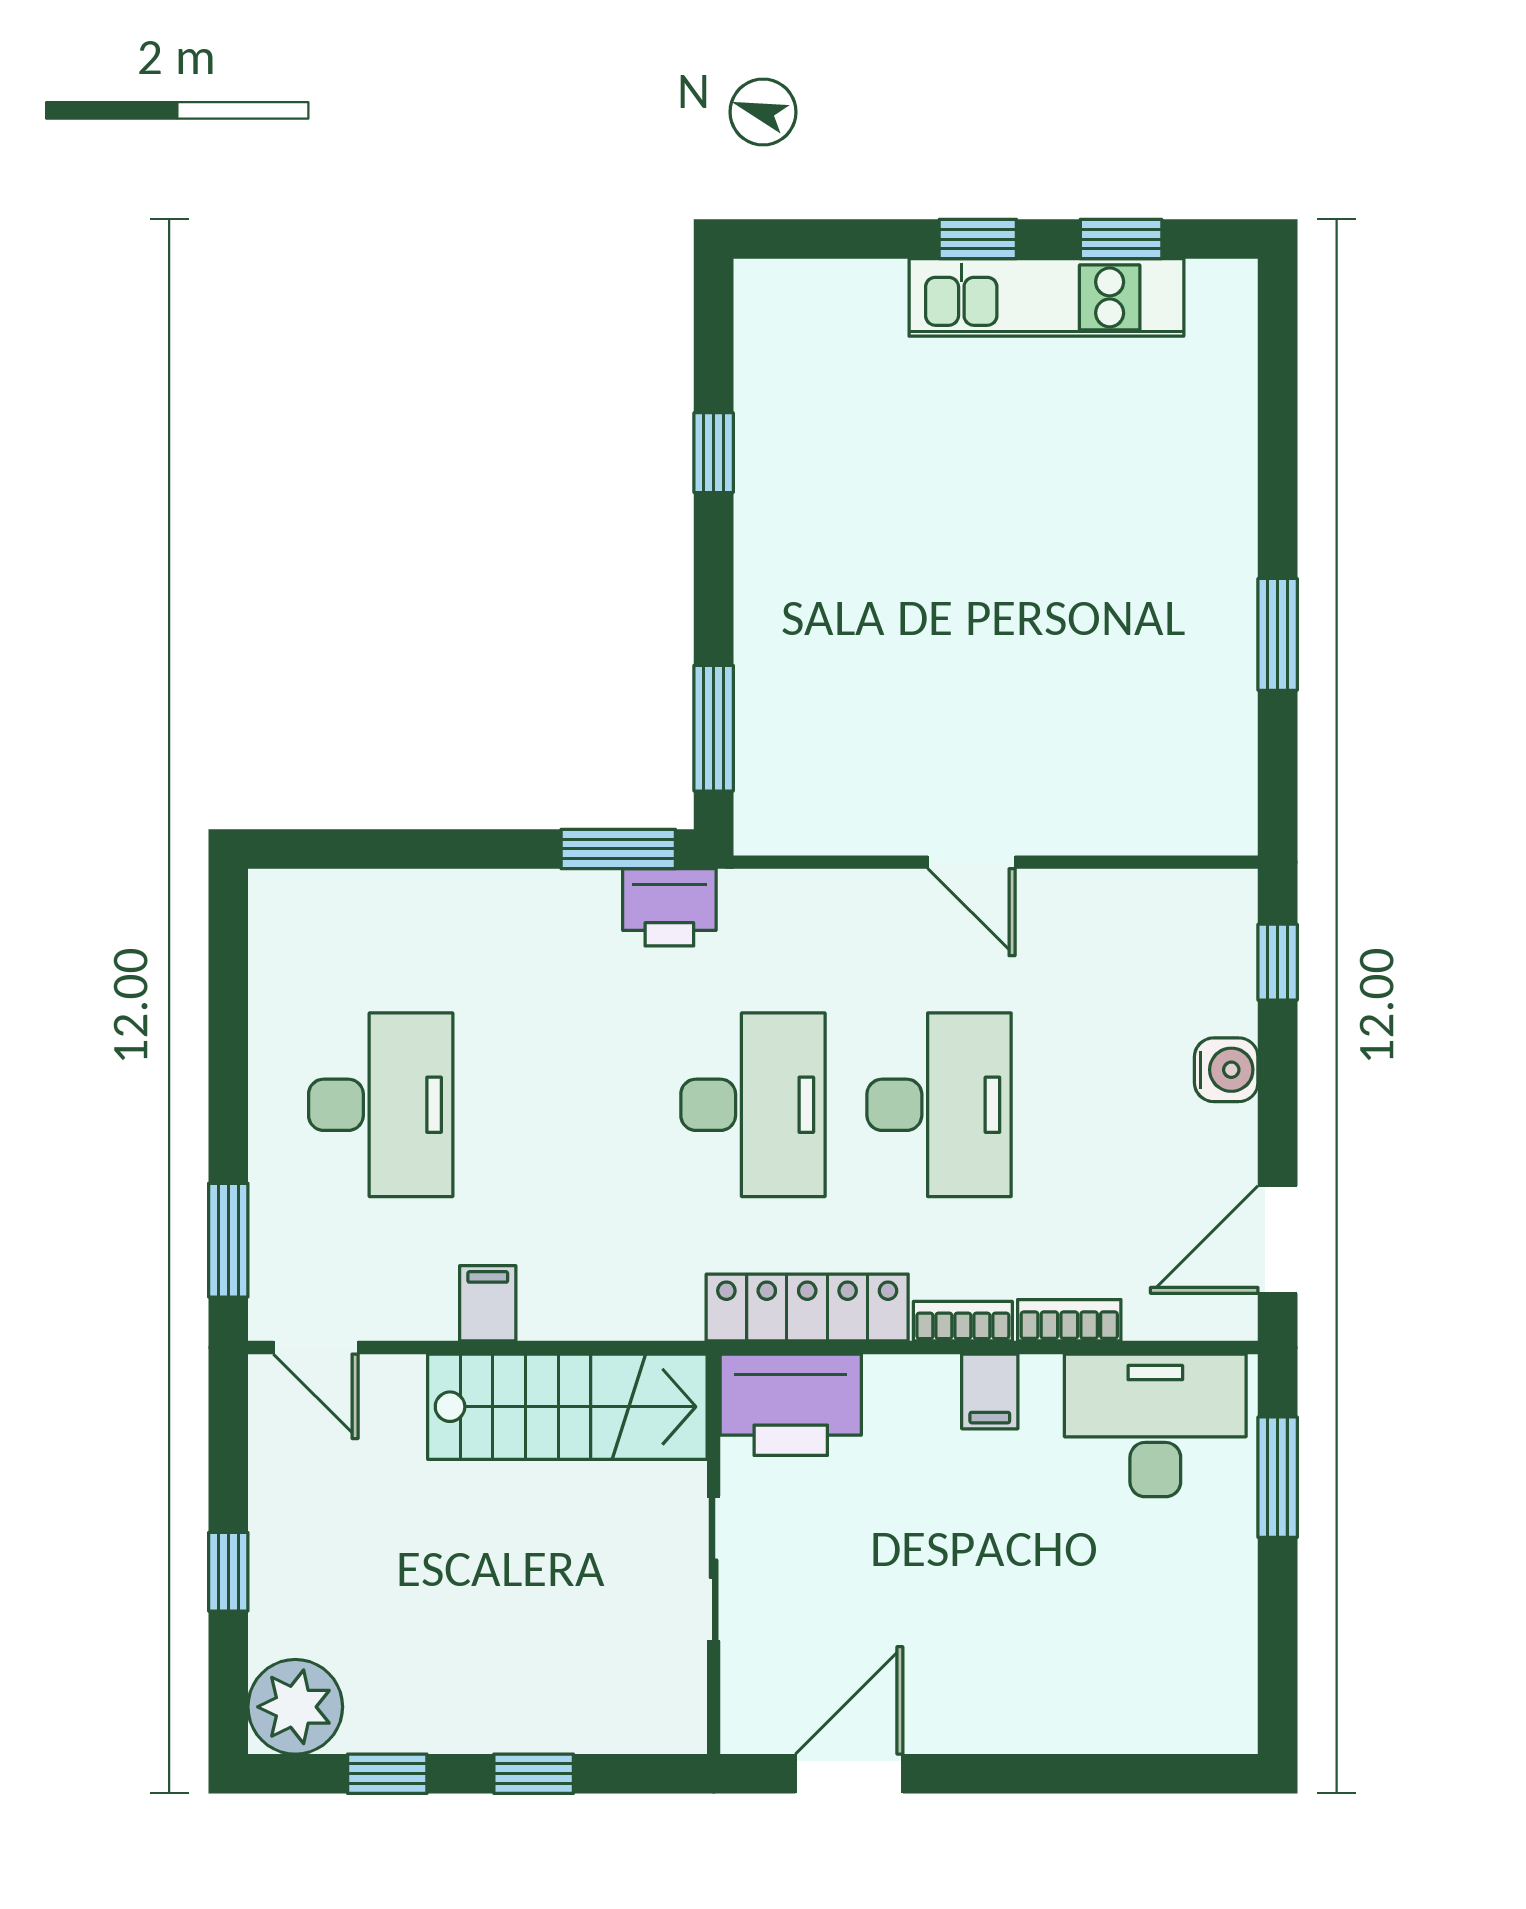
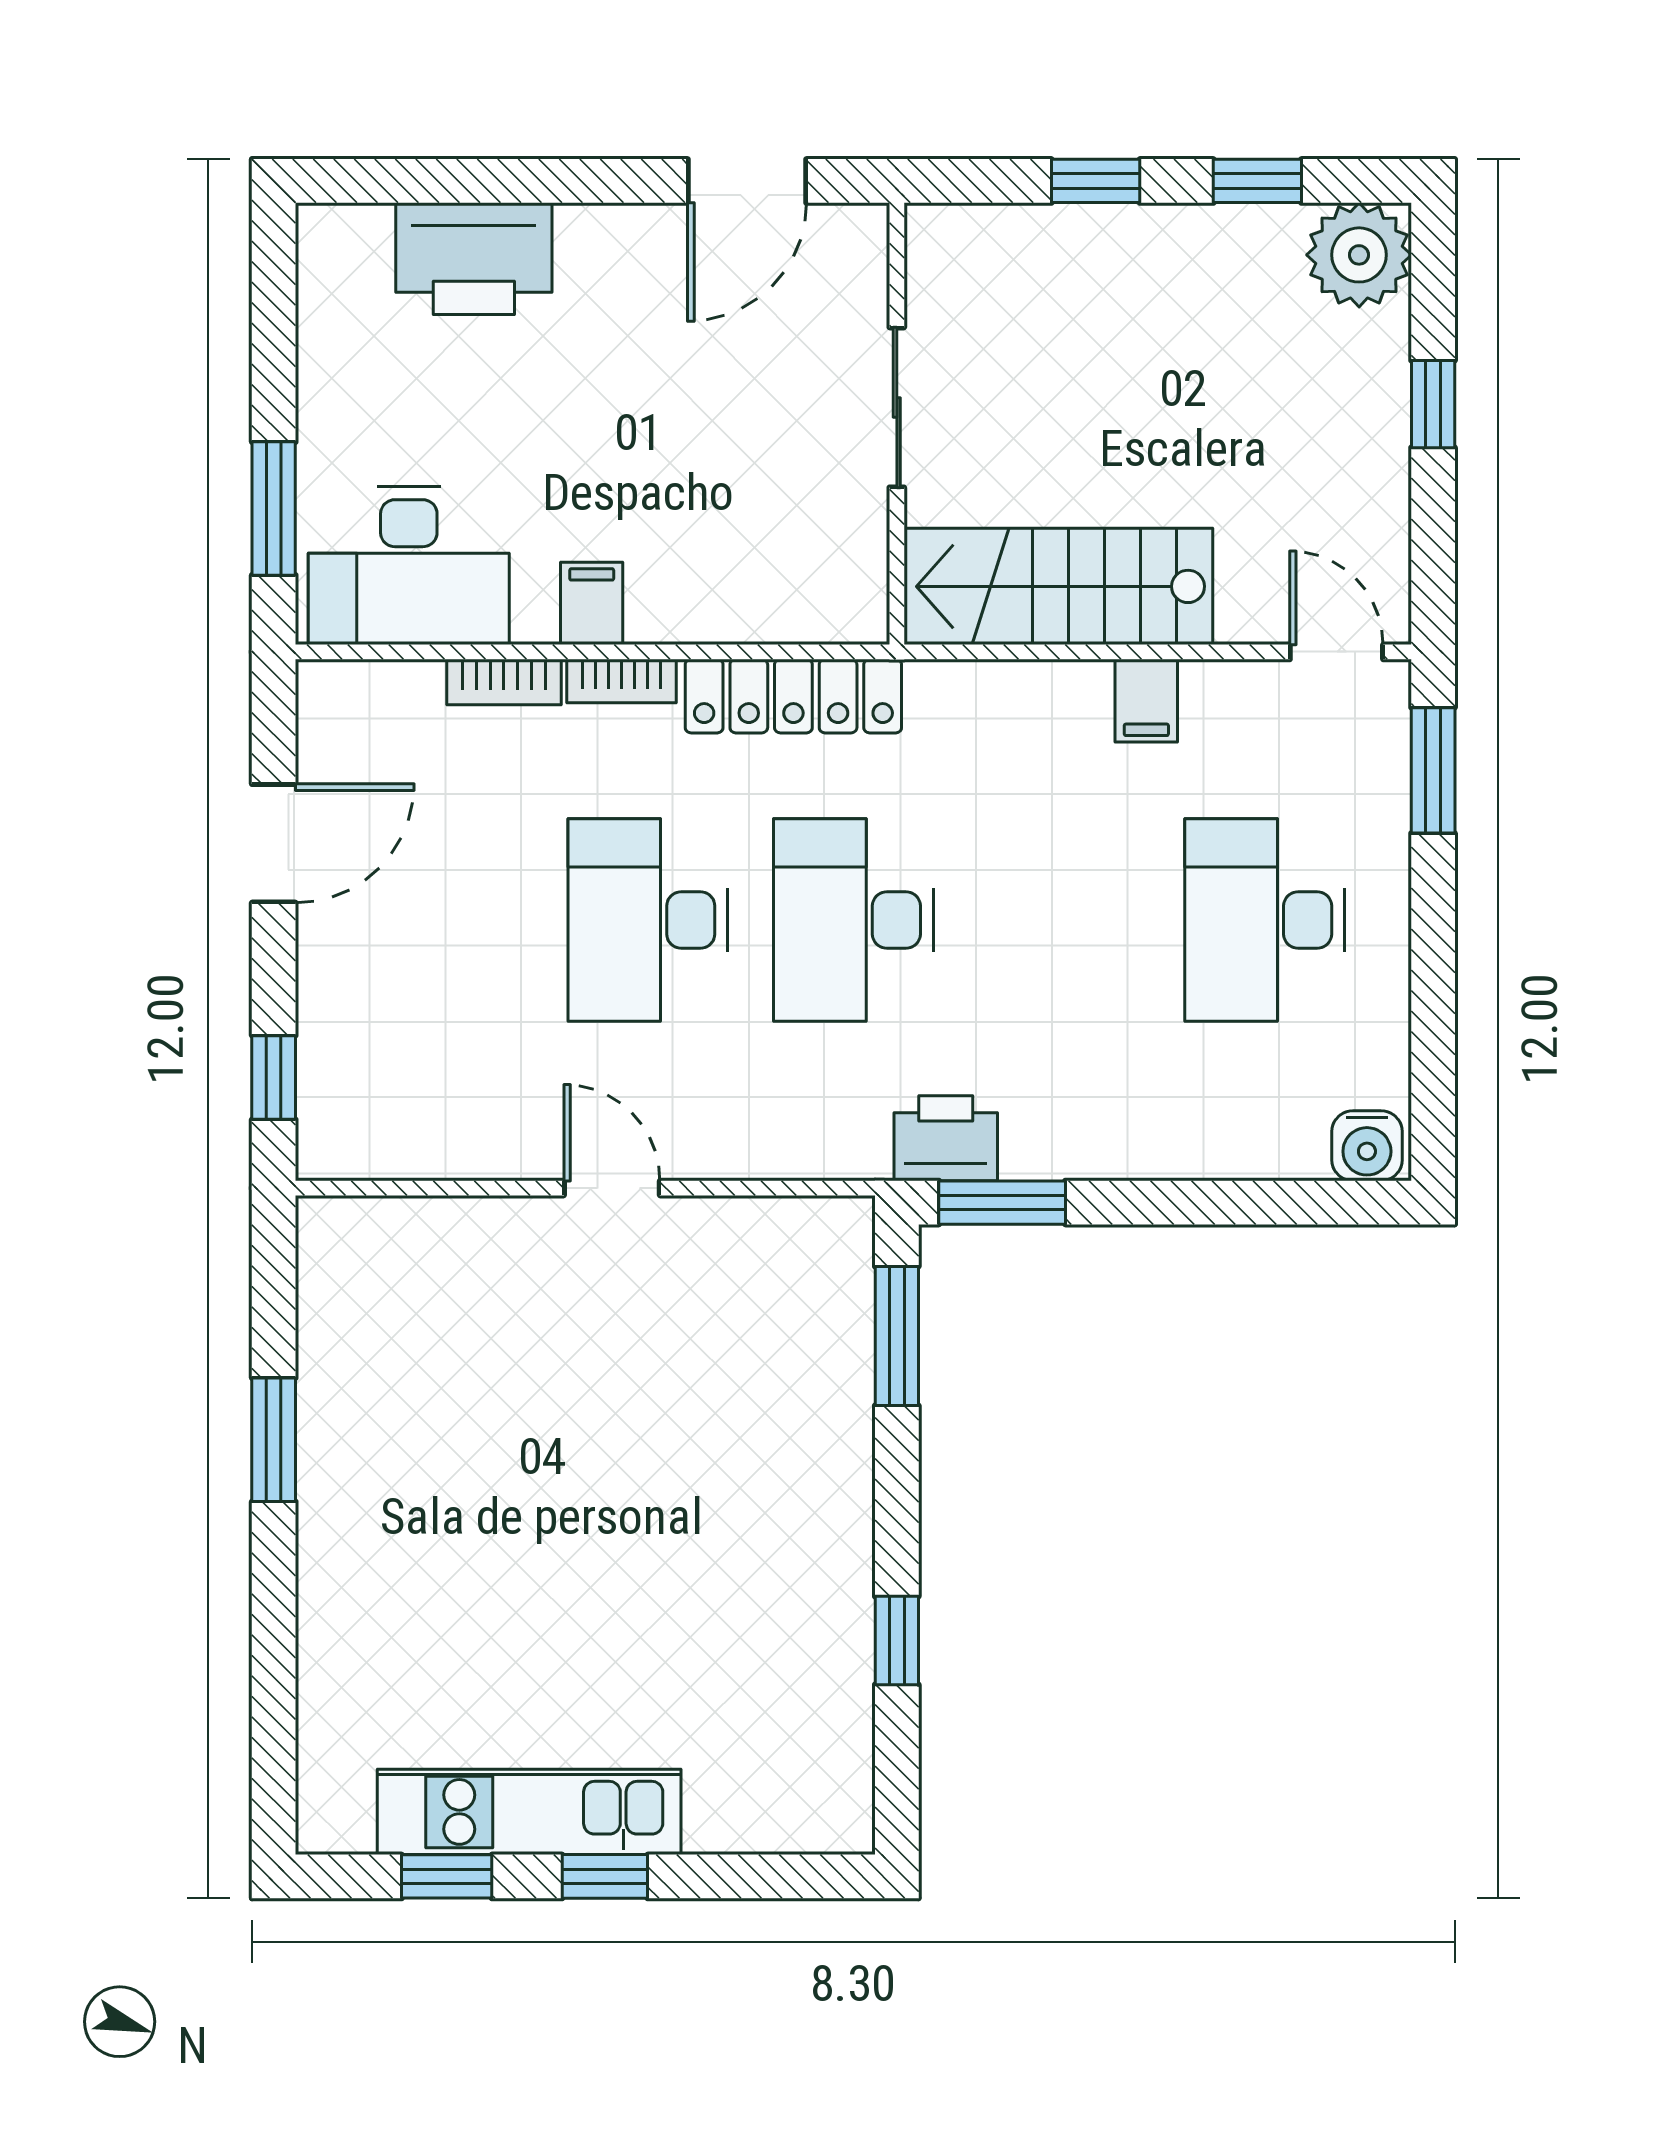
water cooler: (1226, 1070) -> (1367, 1146), moved, turned -90
door: (1278, 1240) -> (274, 843), moved
printer: (791, 1405) -> (474, 259), moved, turned 180

